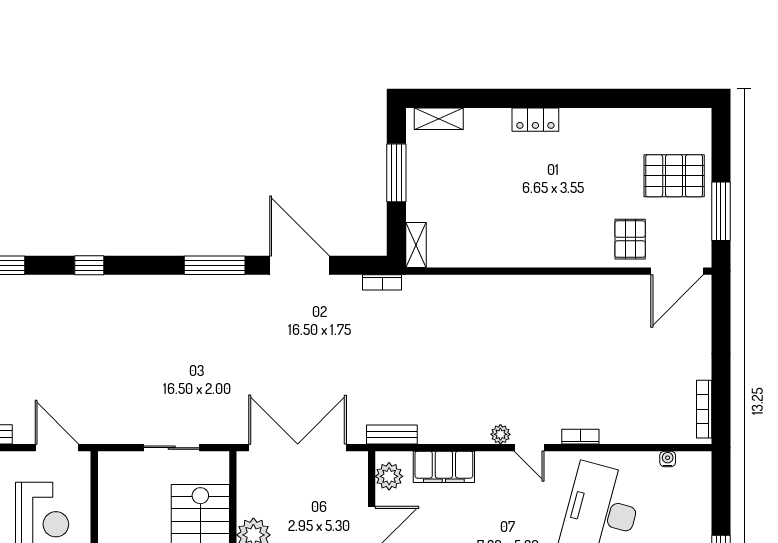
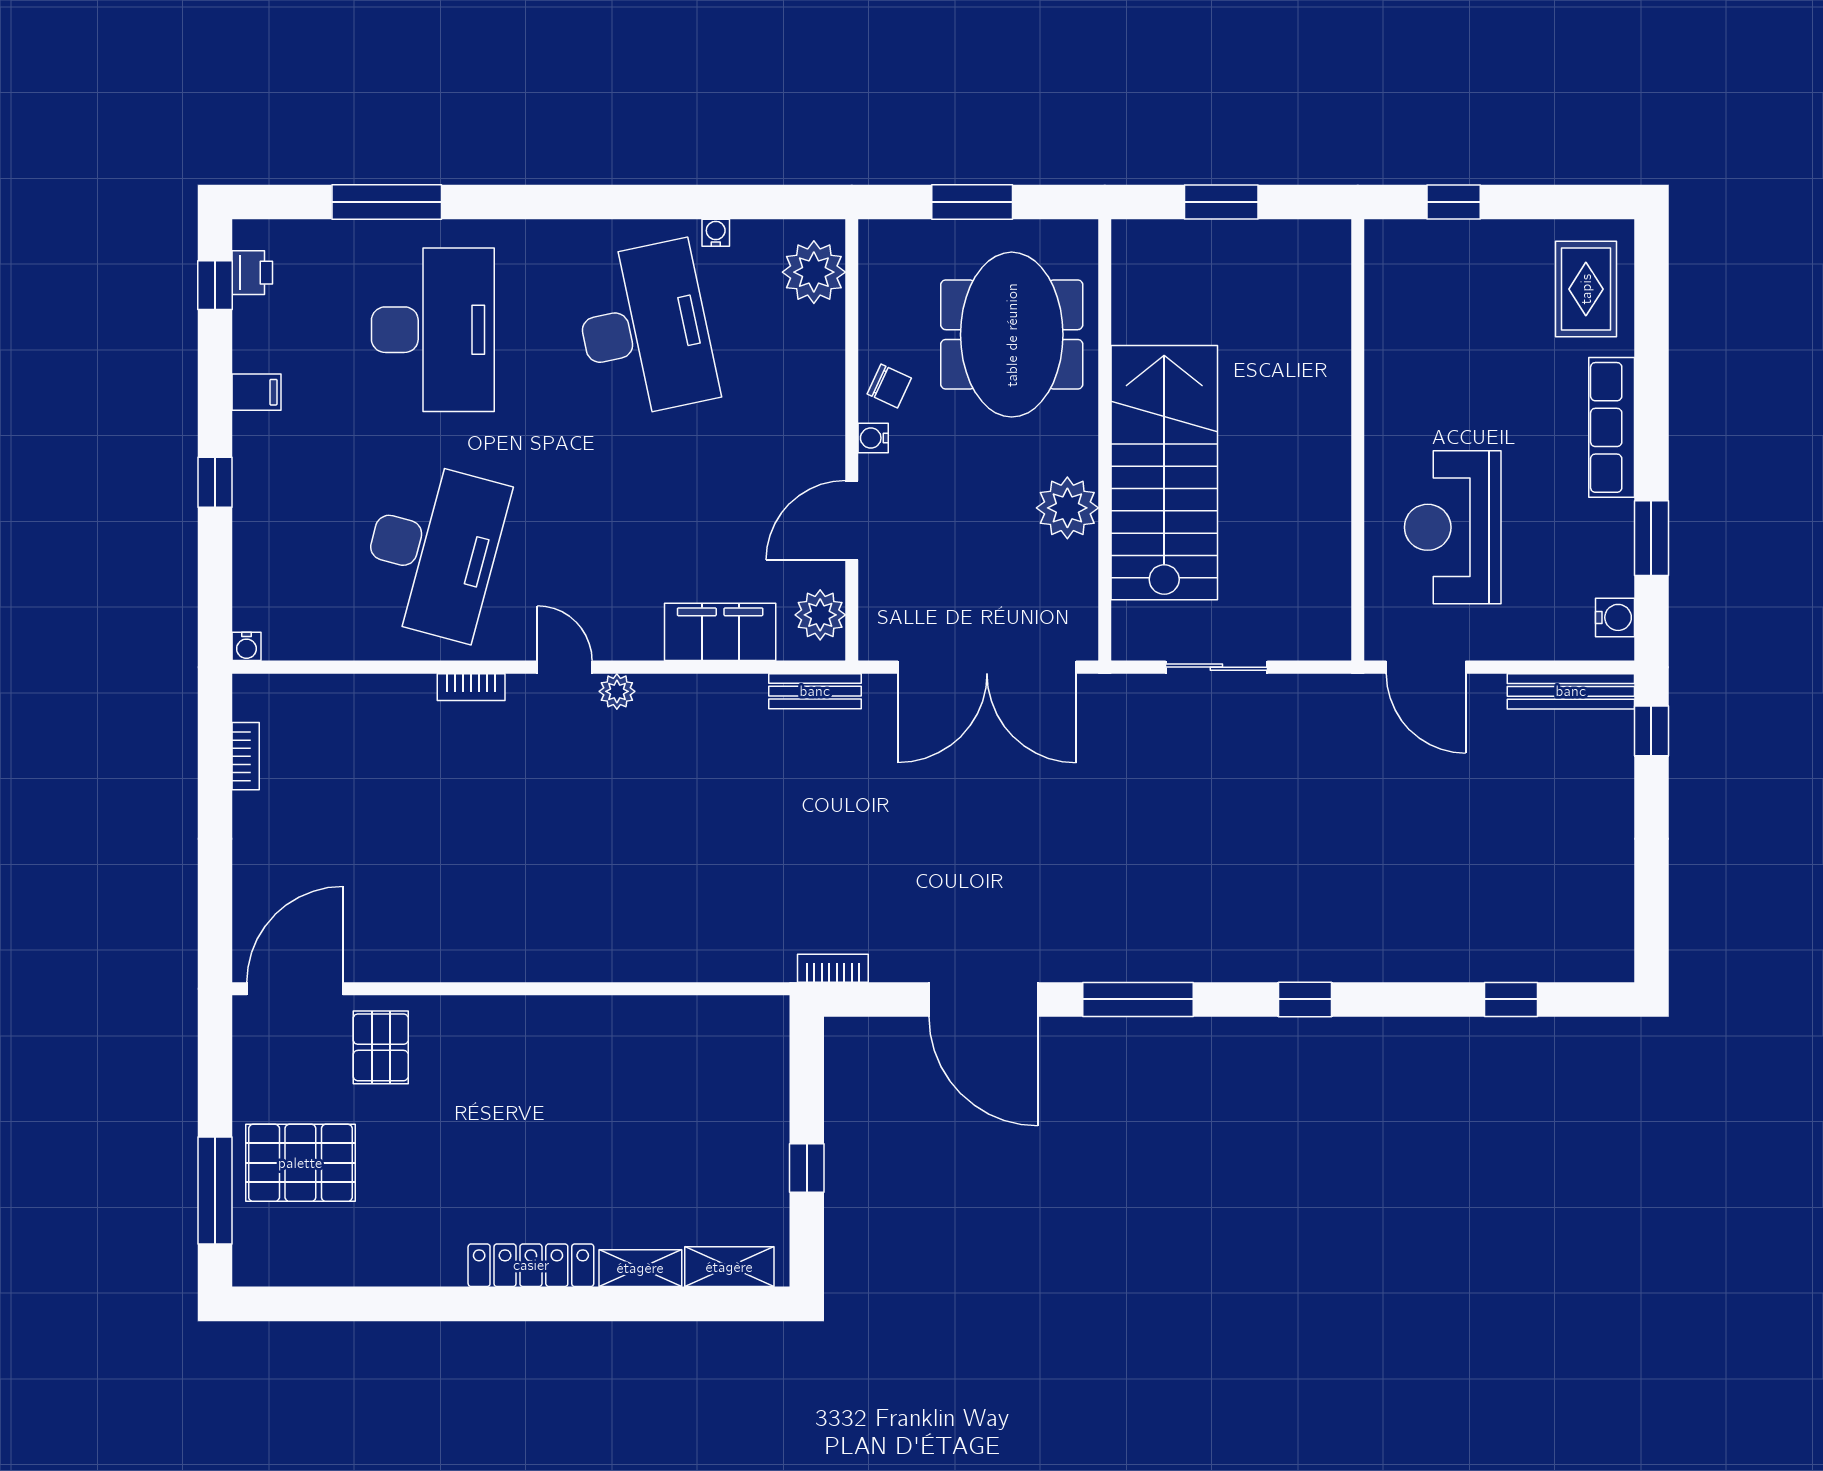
locker: (535, 120) -> (531, 1265), width x1.53
window: (396, 173) -> (807, 1168), width x0.46
window: (721, 211) -> (215, 1190), moved
shelving: (416, 245) -> (640, 1268), moved, turned 90
window: (89, 265) -> (1305, 999), moved
bookcase: (704, 409) -> (246, 756), width x0.64
water cooler: (668, 459) -> (246, 646), moved

